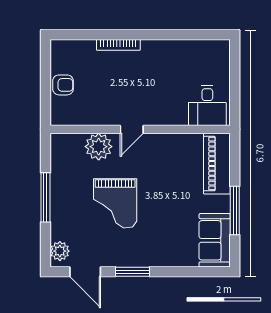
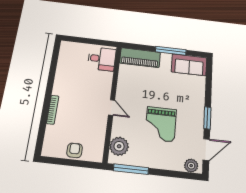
plant: (99, 147) -> (119, 146), moved
window: (45, 197) -> (131, 169), moved
grand piano: (115, 203) -> (161, 124), turned 90

